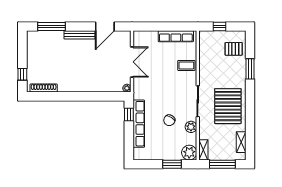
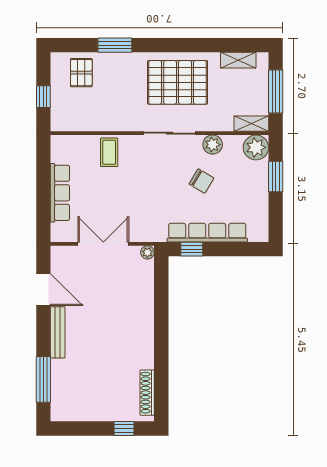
row of seats: (176, 36) -> (60, 193), moved

